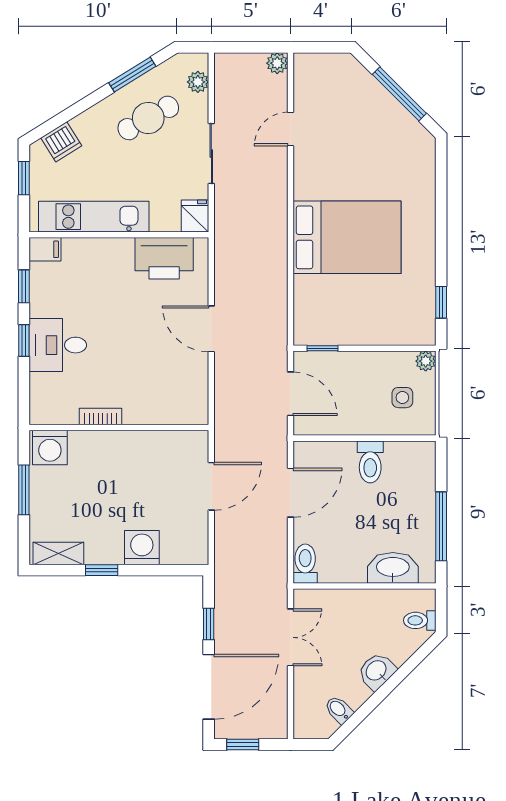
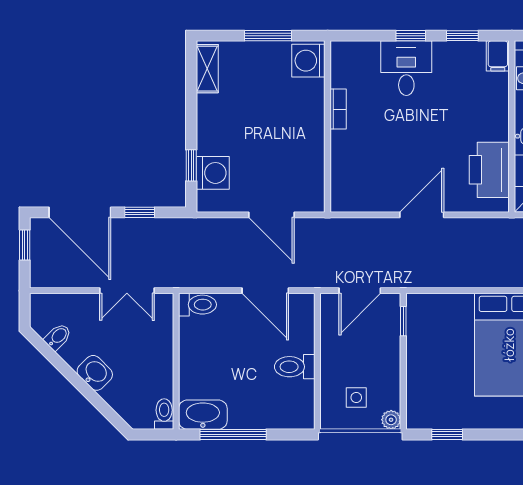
washing machine: (142, 548) -> (213, 173), moved
washbasin: (393, 568) -> (203, 415), moved, turned -90
window: (102, 570) -> (191, 165), moved
toilet: (420, 620) -> (164, 414), moved

